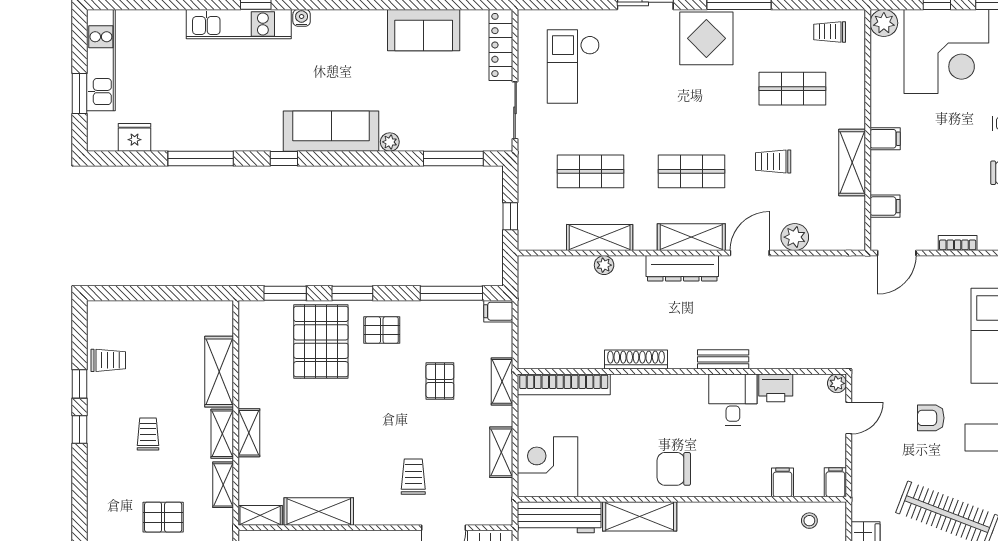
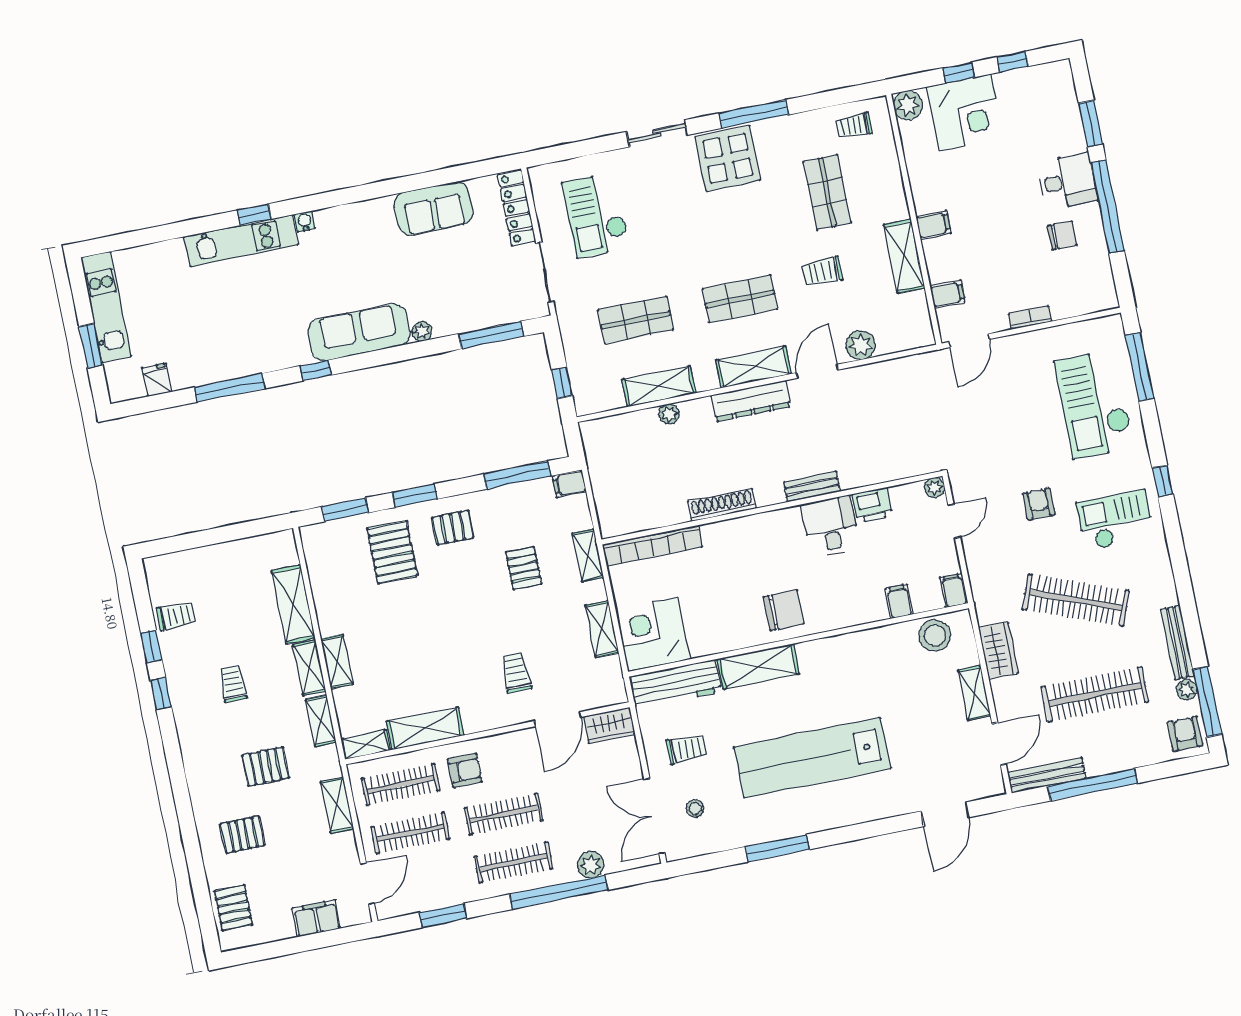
corner desk: (946, 51) -> (965, 112), width x0.74, depth x0.74
shop shelf: (792, 89) -> (827, 192), turned 90
fridge: (135, 137) -> (157, 380), width x0.72
pallet: (321, 342) -> (392, 552), width x0.73, depth x0.71
armchair: (931, 418) -> (1039, 504), turned 90
chair: (674, 469) -> (784, 610), turned 180
stool: (809, 521) -> (935, 635), width x1.89, depth x1.89

